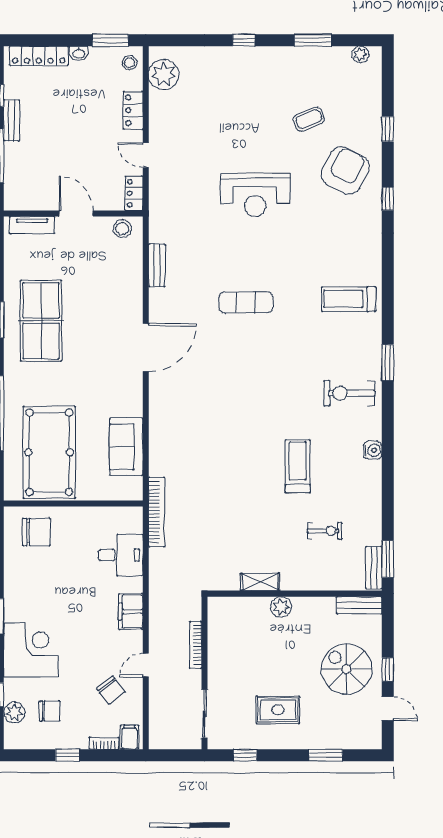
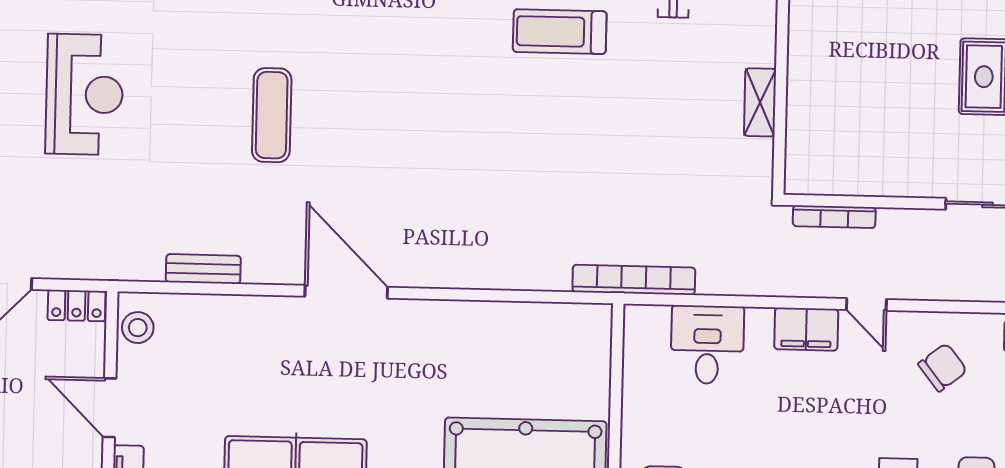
door: (76, 214) -> (109, 408), hinge flipped
sofa: (126, 447) -> (518, 330), removed
plant: (281, 607) -> (805, 67), removed
bookcase: (196, 645) -> (834, 217), moved
door: (146, 665) -> (866, 304), moved

